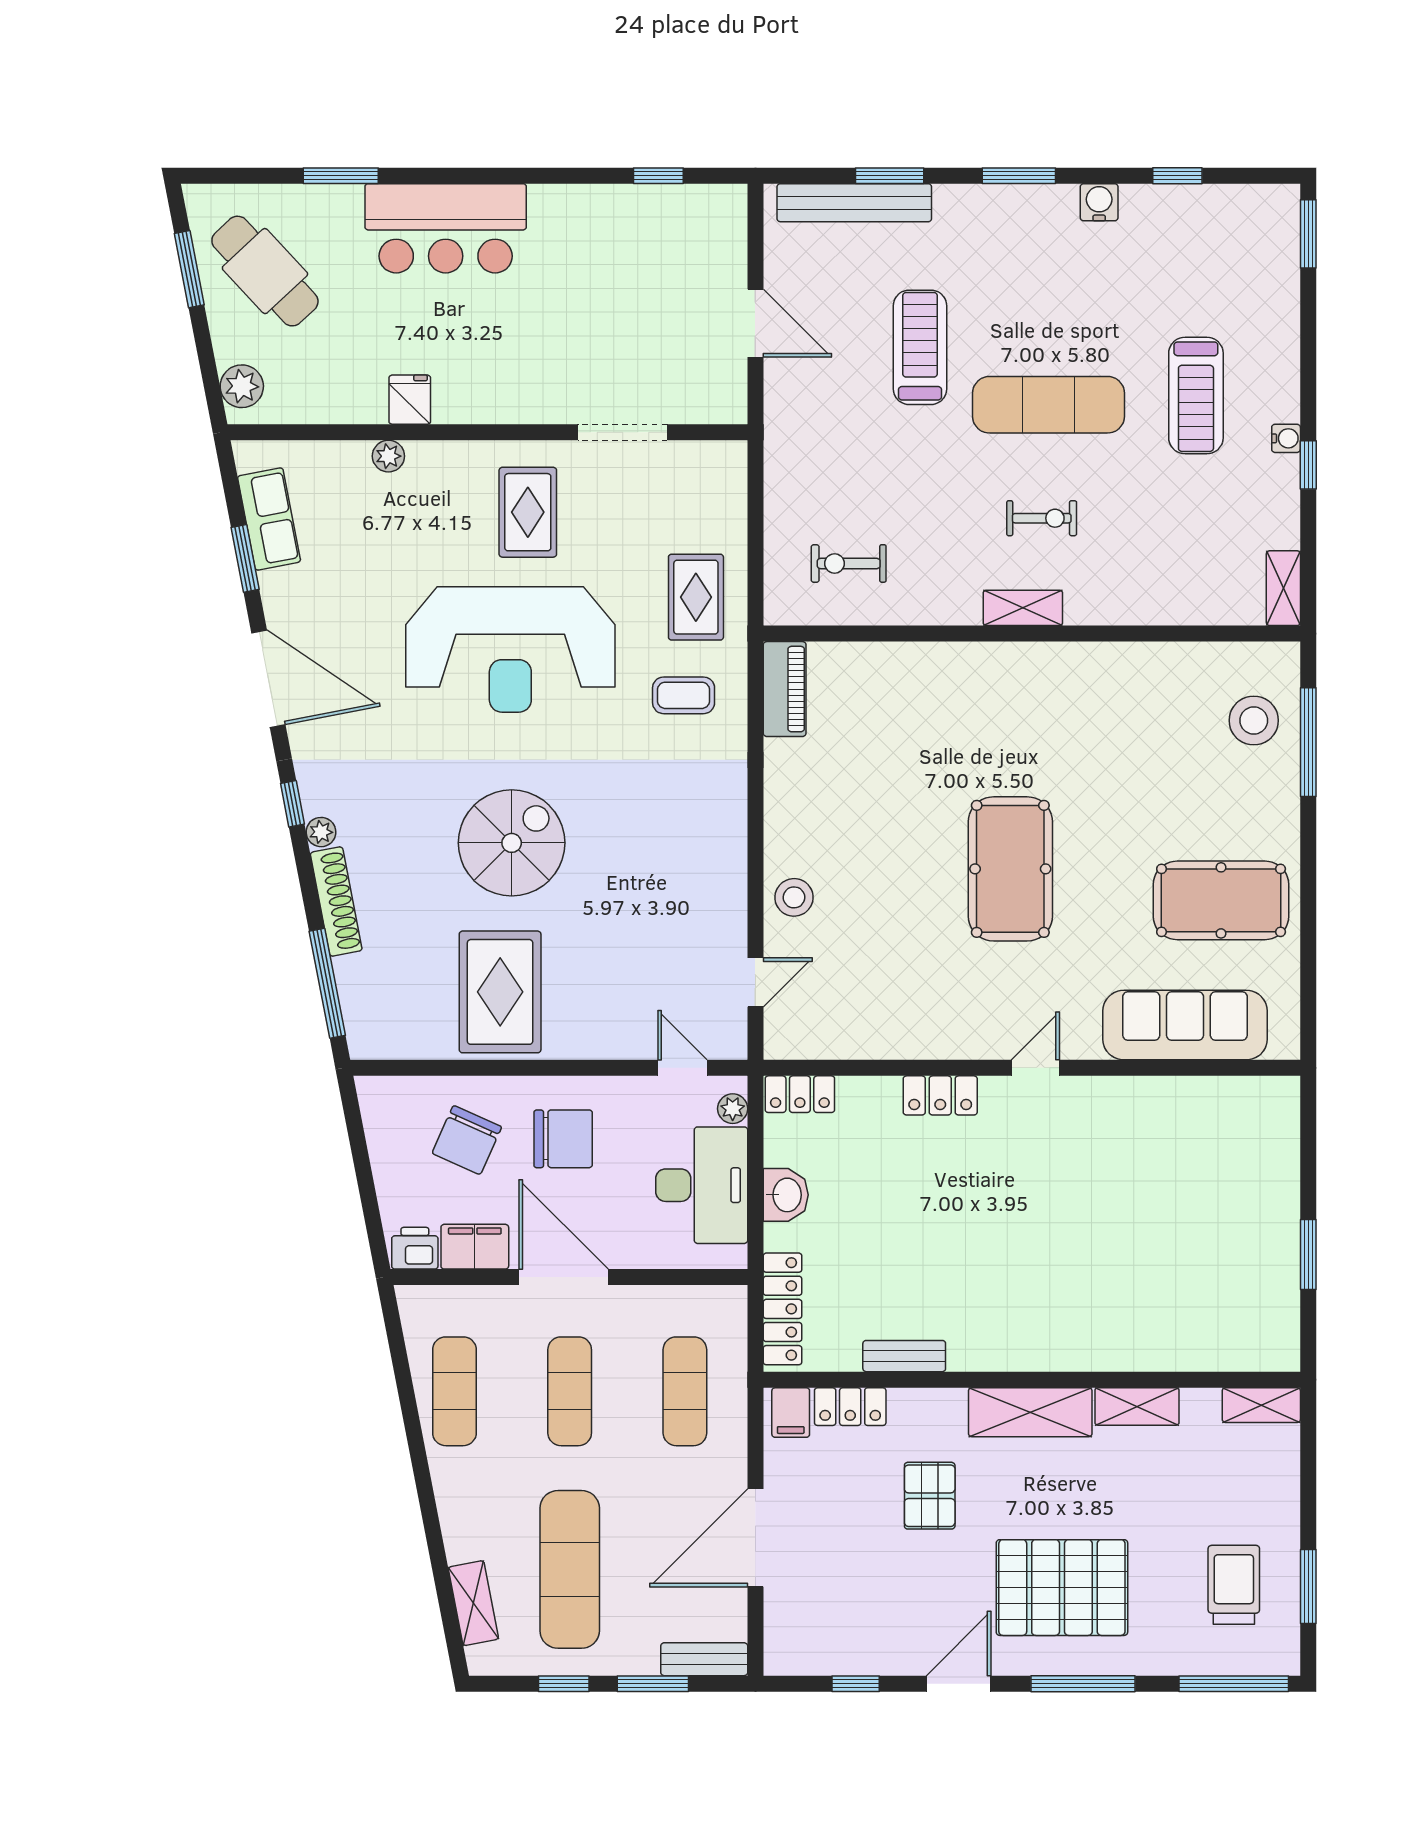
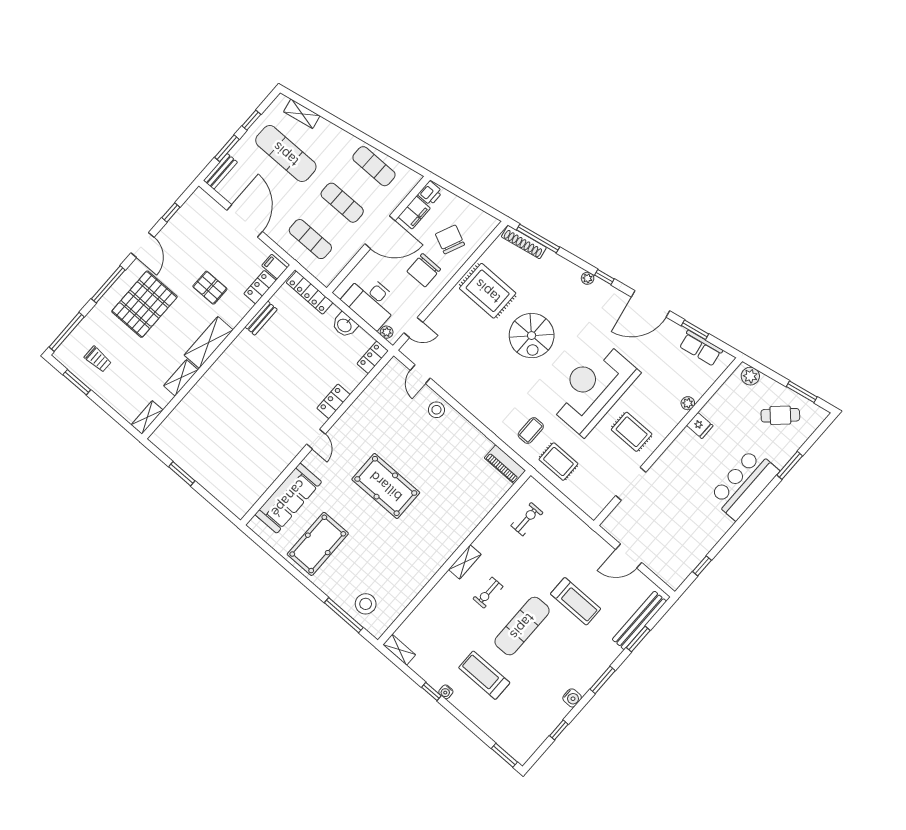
cafe table: (265, 271) -> (780, 415), width x0.73, depth x0.74
shoe rack: (336, 901) -> (524, 242), moved
trolley: (1234, 1585) -> (98, 359), width x0.73, depth x0.72

